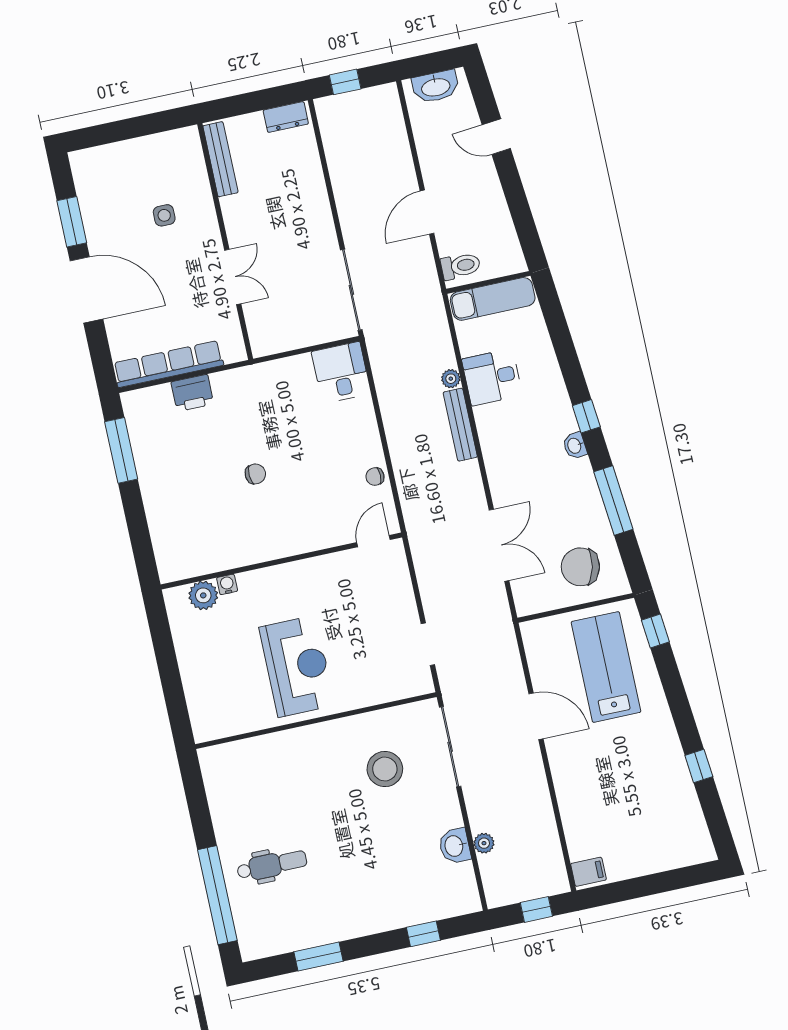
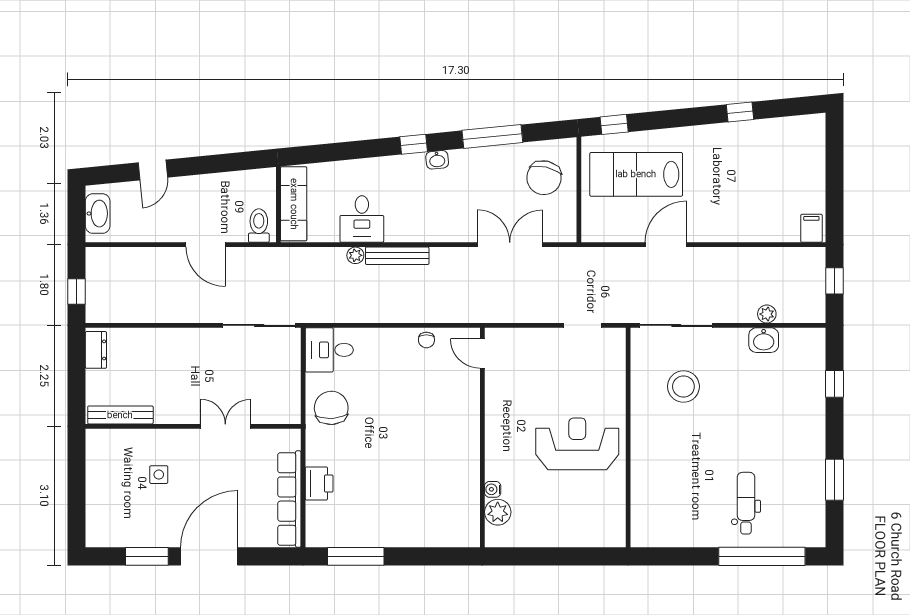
chair: (255, 474) -> (331, 408), moved, width x1.87, depth x1.87

